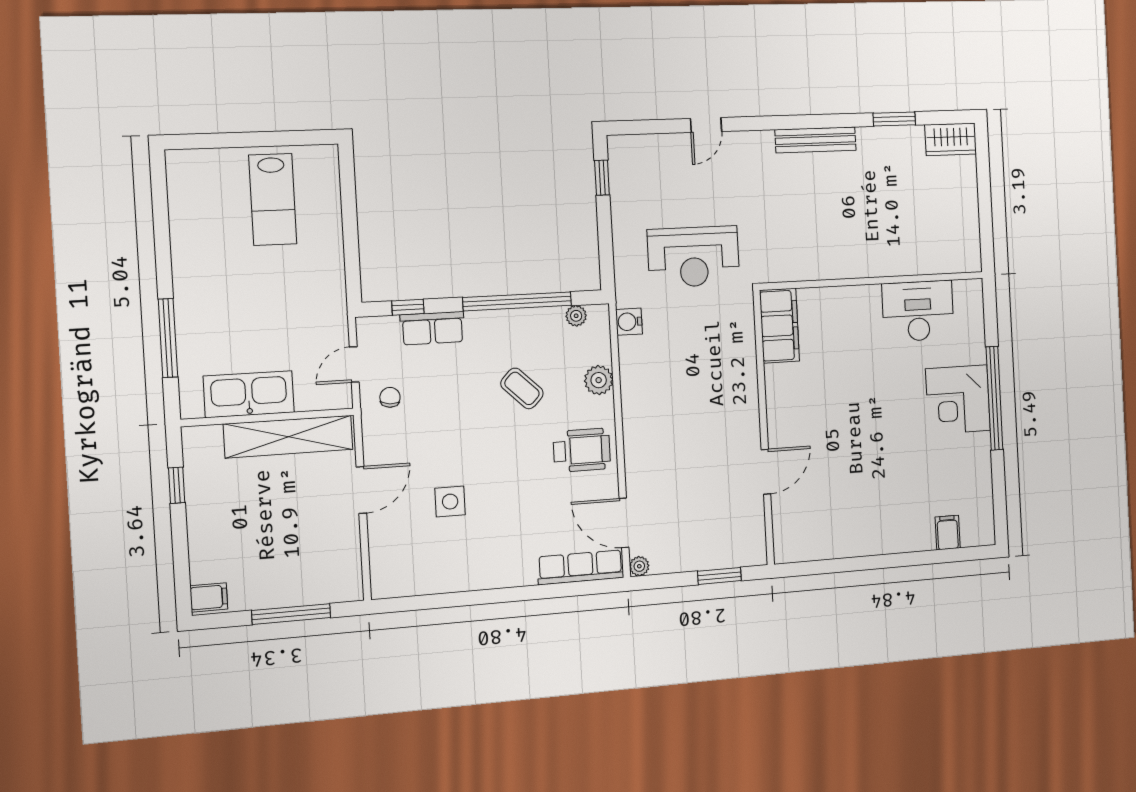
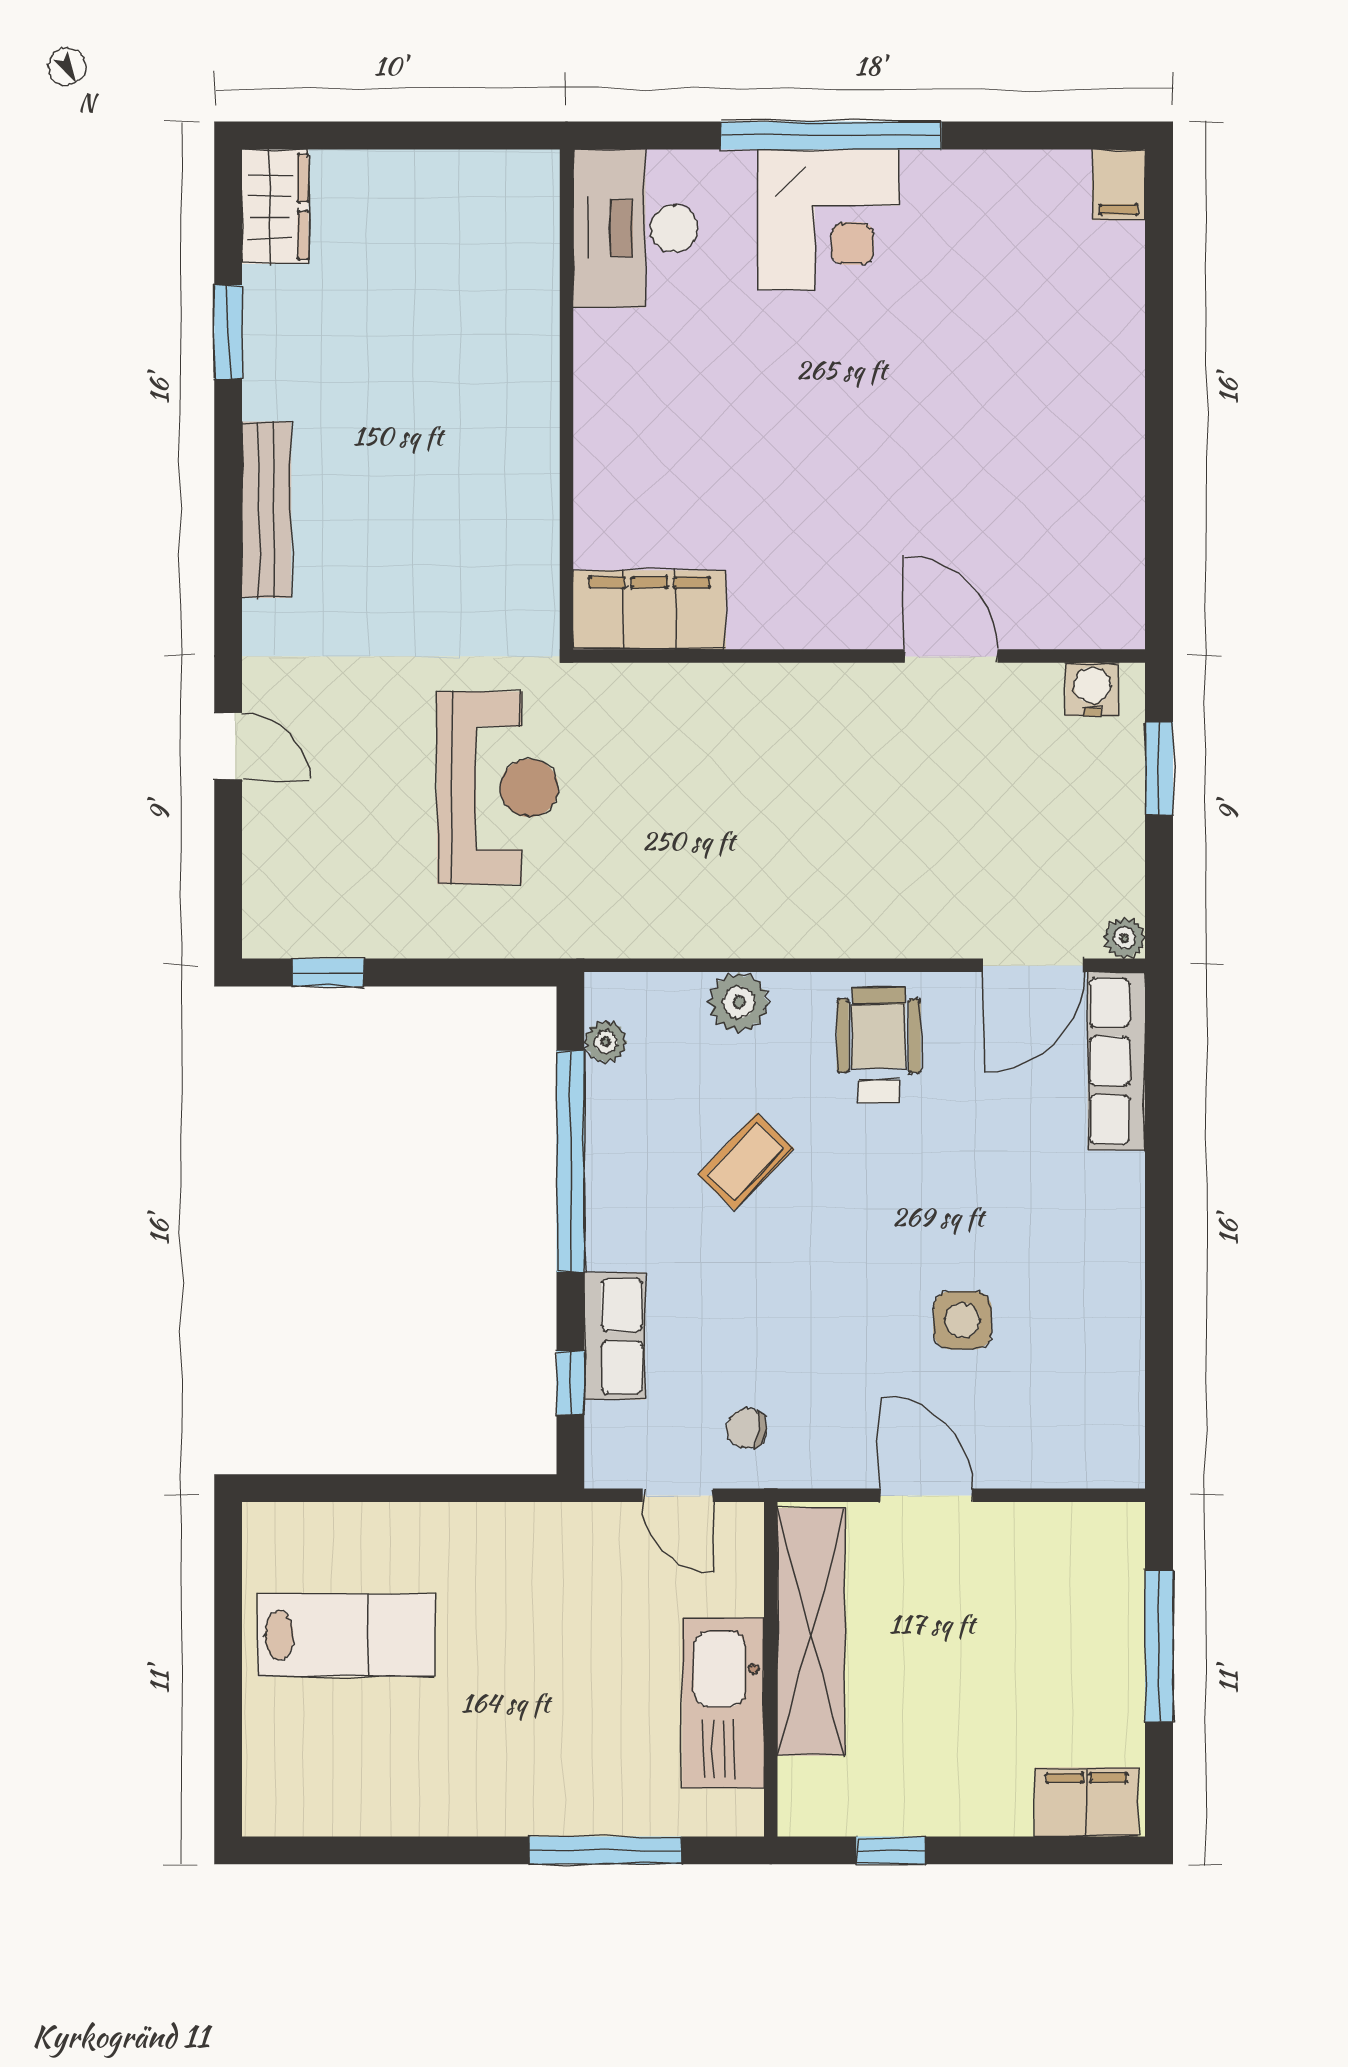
desk: (918, 311) -> (635, 228), moved
water cooler: (629, 322) -> (1092, 689), moved, turned 180
filing cabinet: (948, 533) -> (1119, 185), moved, turned -90
filing cabinet: (209, 597) -> (1087, 1802), width x2.00

